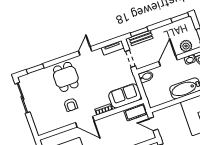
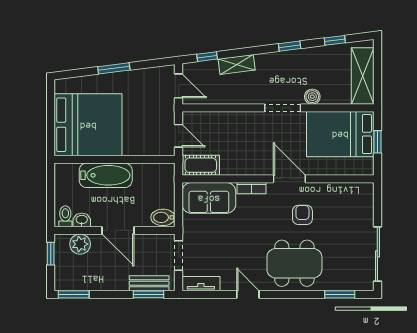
door: (85, 51) -> (248, 294), swing flipped
door: (168, 61) -> (118, 230), hinge flipped
dining table: (66, 77) -> (294, 263), width x1.38

